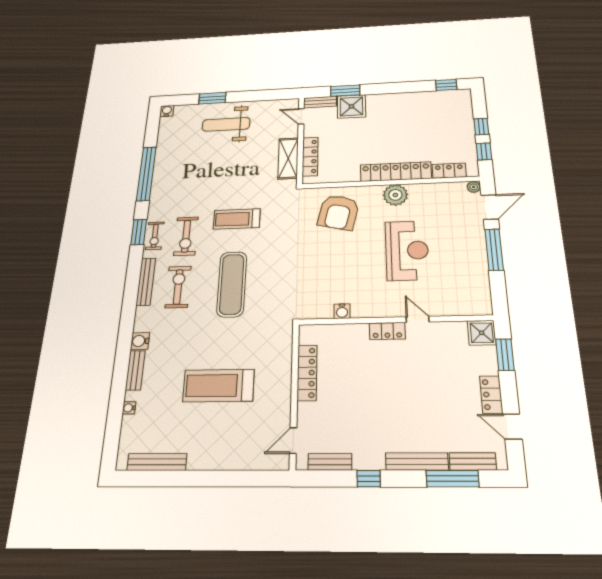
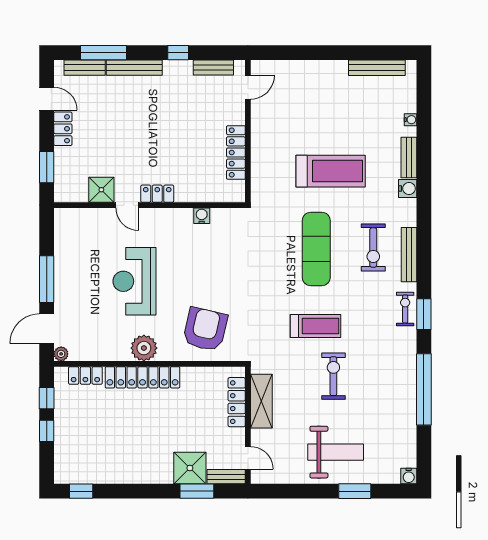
exercise bike: (186, 236) -> (333, 376), moved
shower: (482, 333) -> (101, 190), moved
treadmill: (219, 386) -> (331, 171), moved

